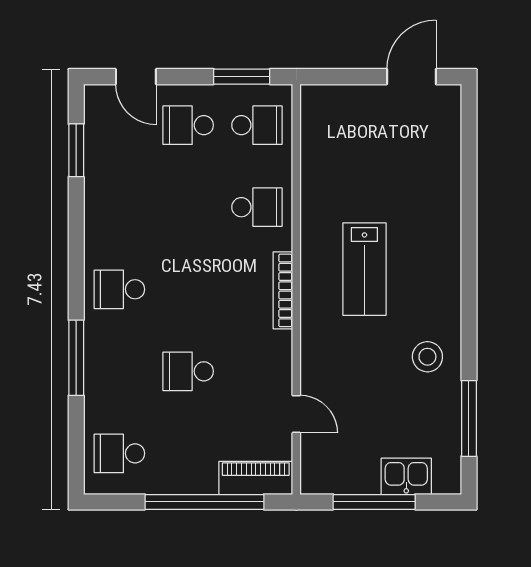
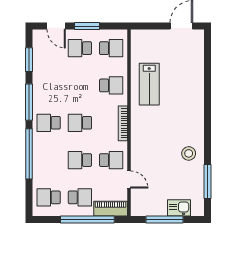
window: (242, 77) -> (87, 26), moved
window: (76, 244) -> (29, 102), added
lab bench: (364, 269) -> (149, 84), moved
school desk: (188, 289) -> (80, 123), added
window: (76, 358) -> (29, 154), width x1.46
school desk: (257, 371) -> (111, 160), added
school desk: (188, 453) -> (80, 197), added

